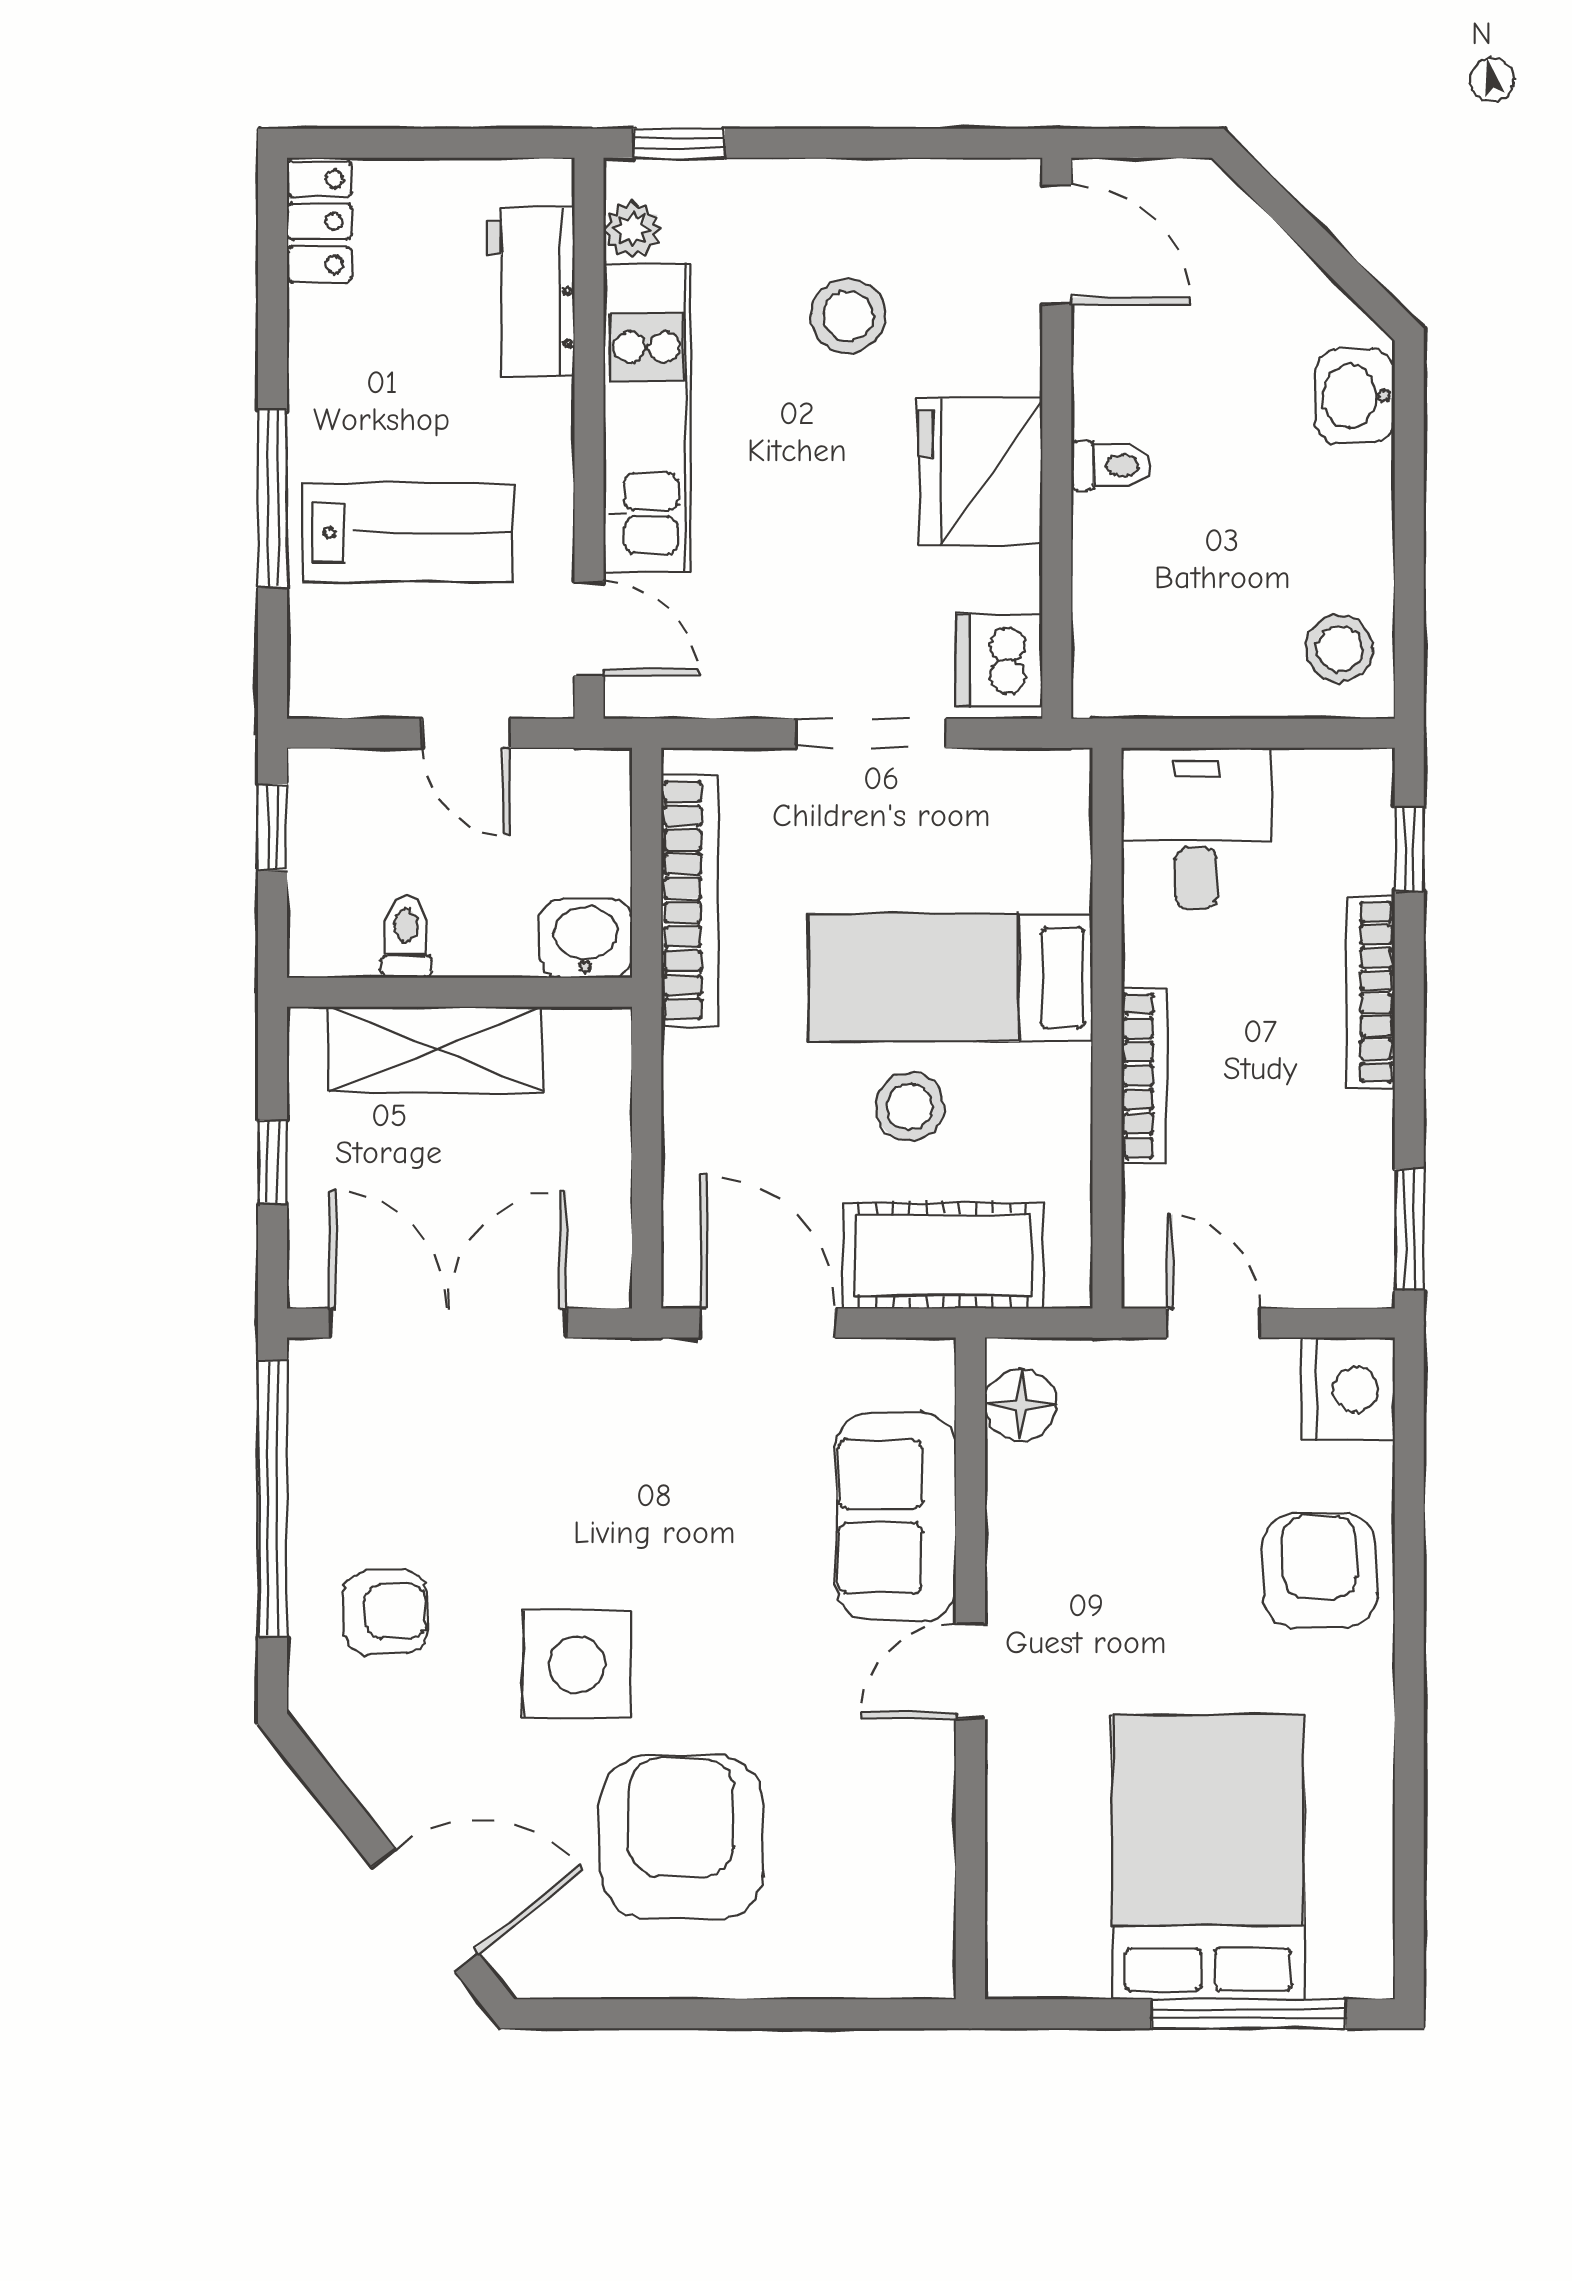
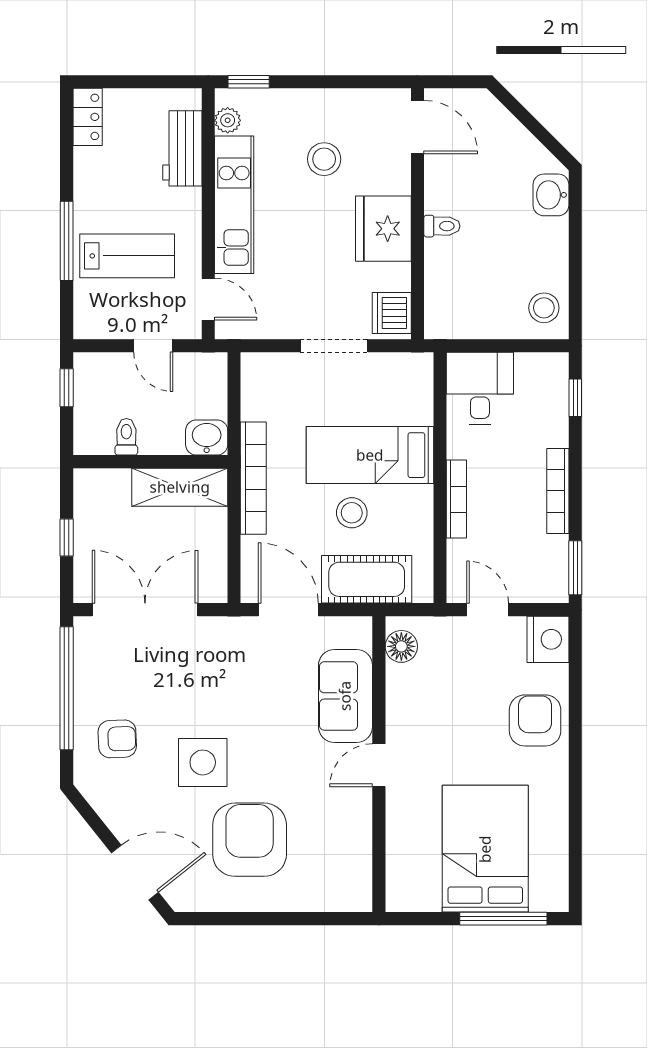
bookcase: (690, 900) -> (253, 478), moved
bookcase: (1370, 992) -> (558, 491), moved
shelving: (436, 1049) -> (180, 487), moved

